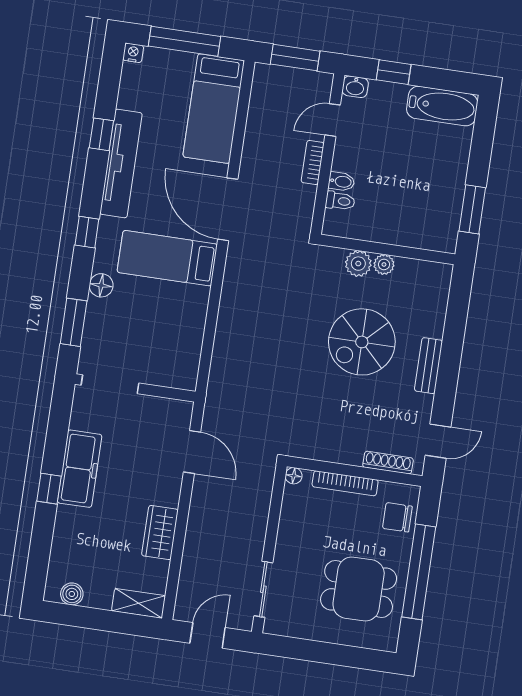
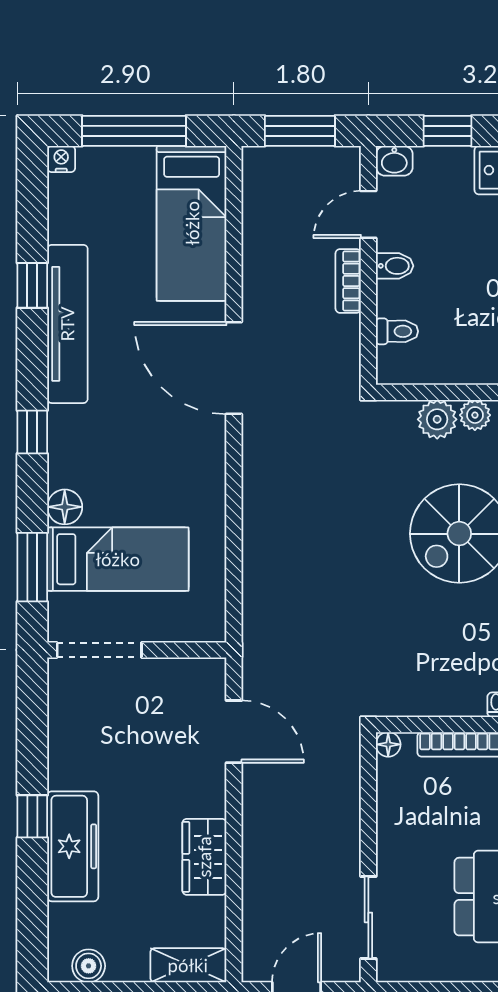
bidet: (341, 182) -> (395, 266), moved
bed: (167, 258) -> (118, 559), moved, turned 180
freezer: (80, 469) -> (73, 846), moved

